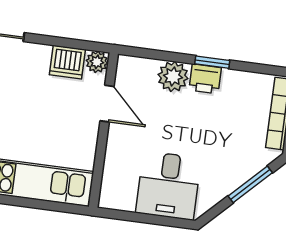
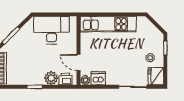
printer: (205, 79) -> (65, 79), moved
desk: (168, 186) -> (52, 30), width x1.37

